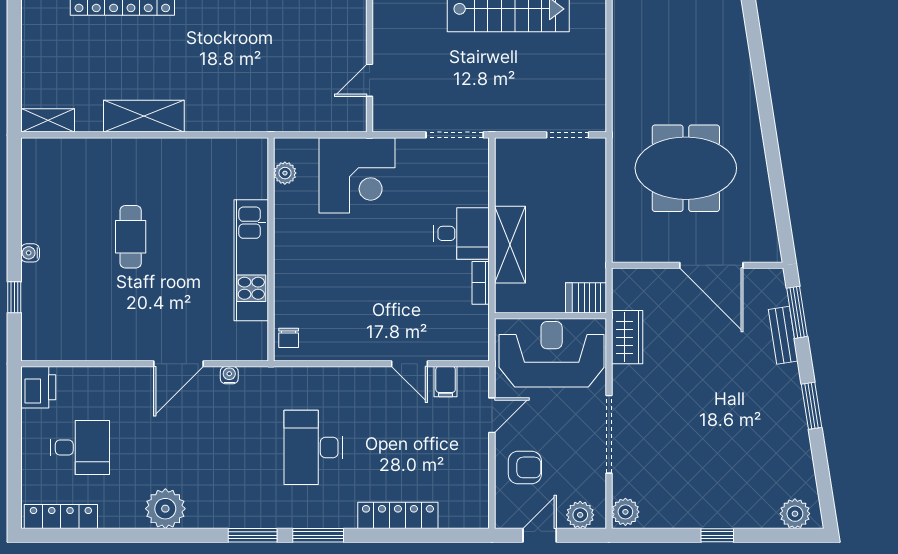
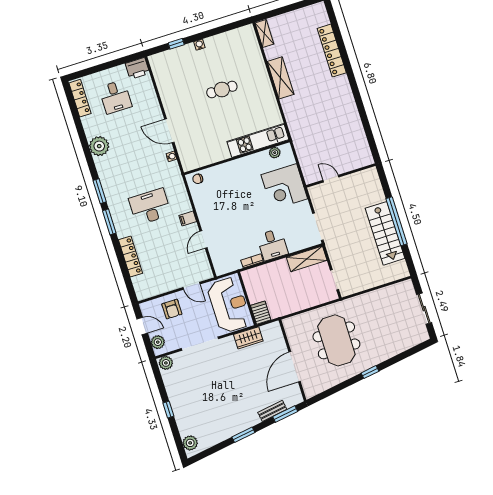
window: (767, 123) -> (370, 372), added
shelving: (510, 245) -> (307, 259), moved
kitchen unit: (251, 260) -> (258, 141), moved
filing cabinet: (446, 382) -> (188, 218), moved

